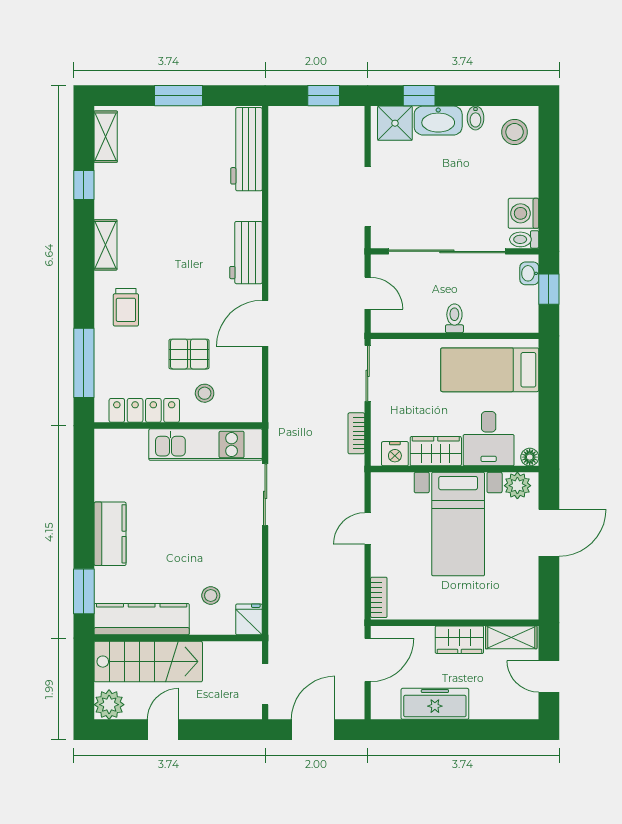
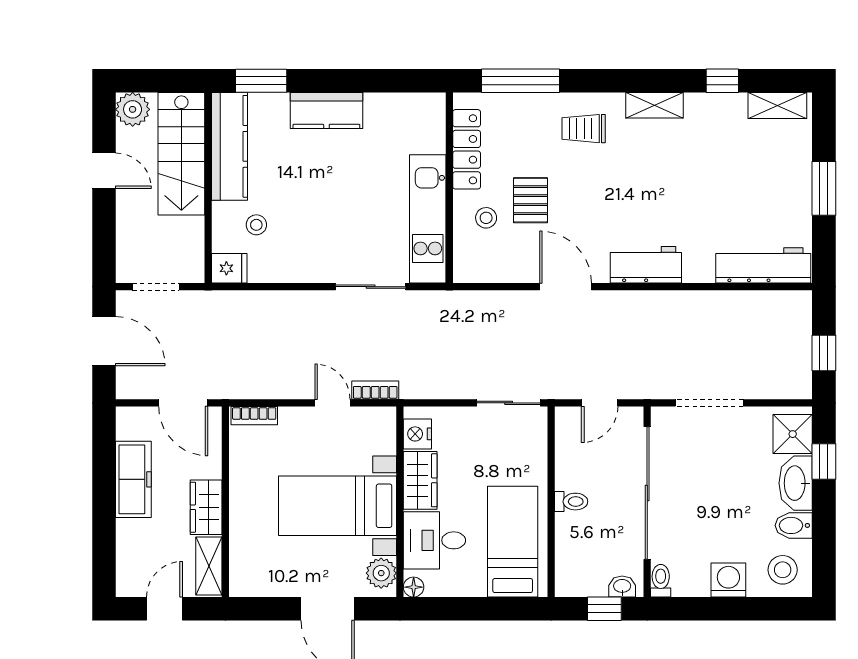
bidet: (475, 118) -> (794, 525), width x1.38, depth x1.36
washing machine: (524, 213) -> (728, 580), moved
bookcase: (356, 433) -> (375, 390), moved

